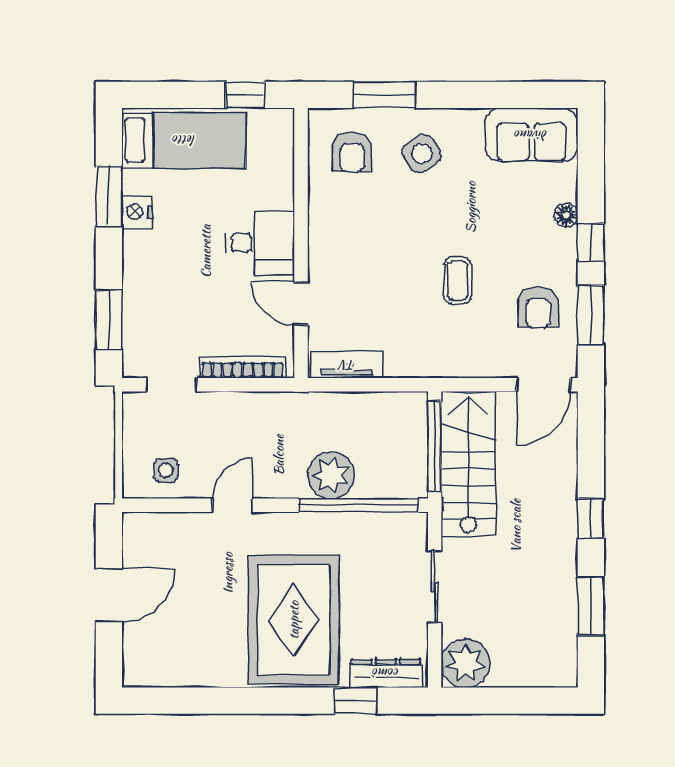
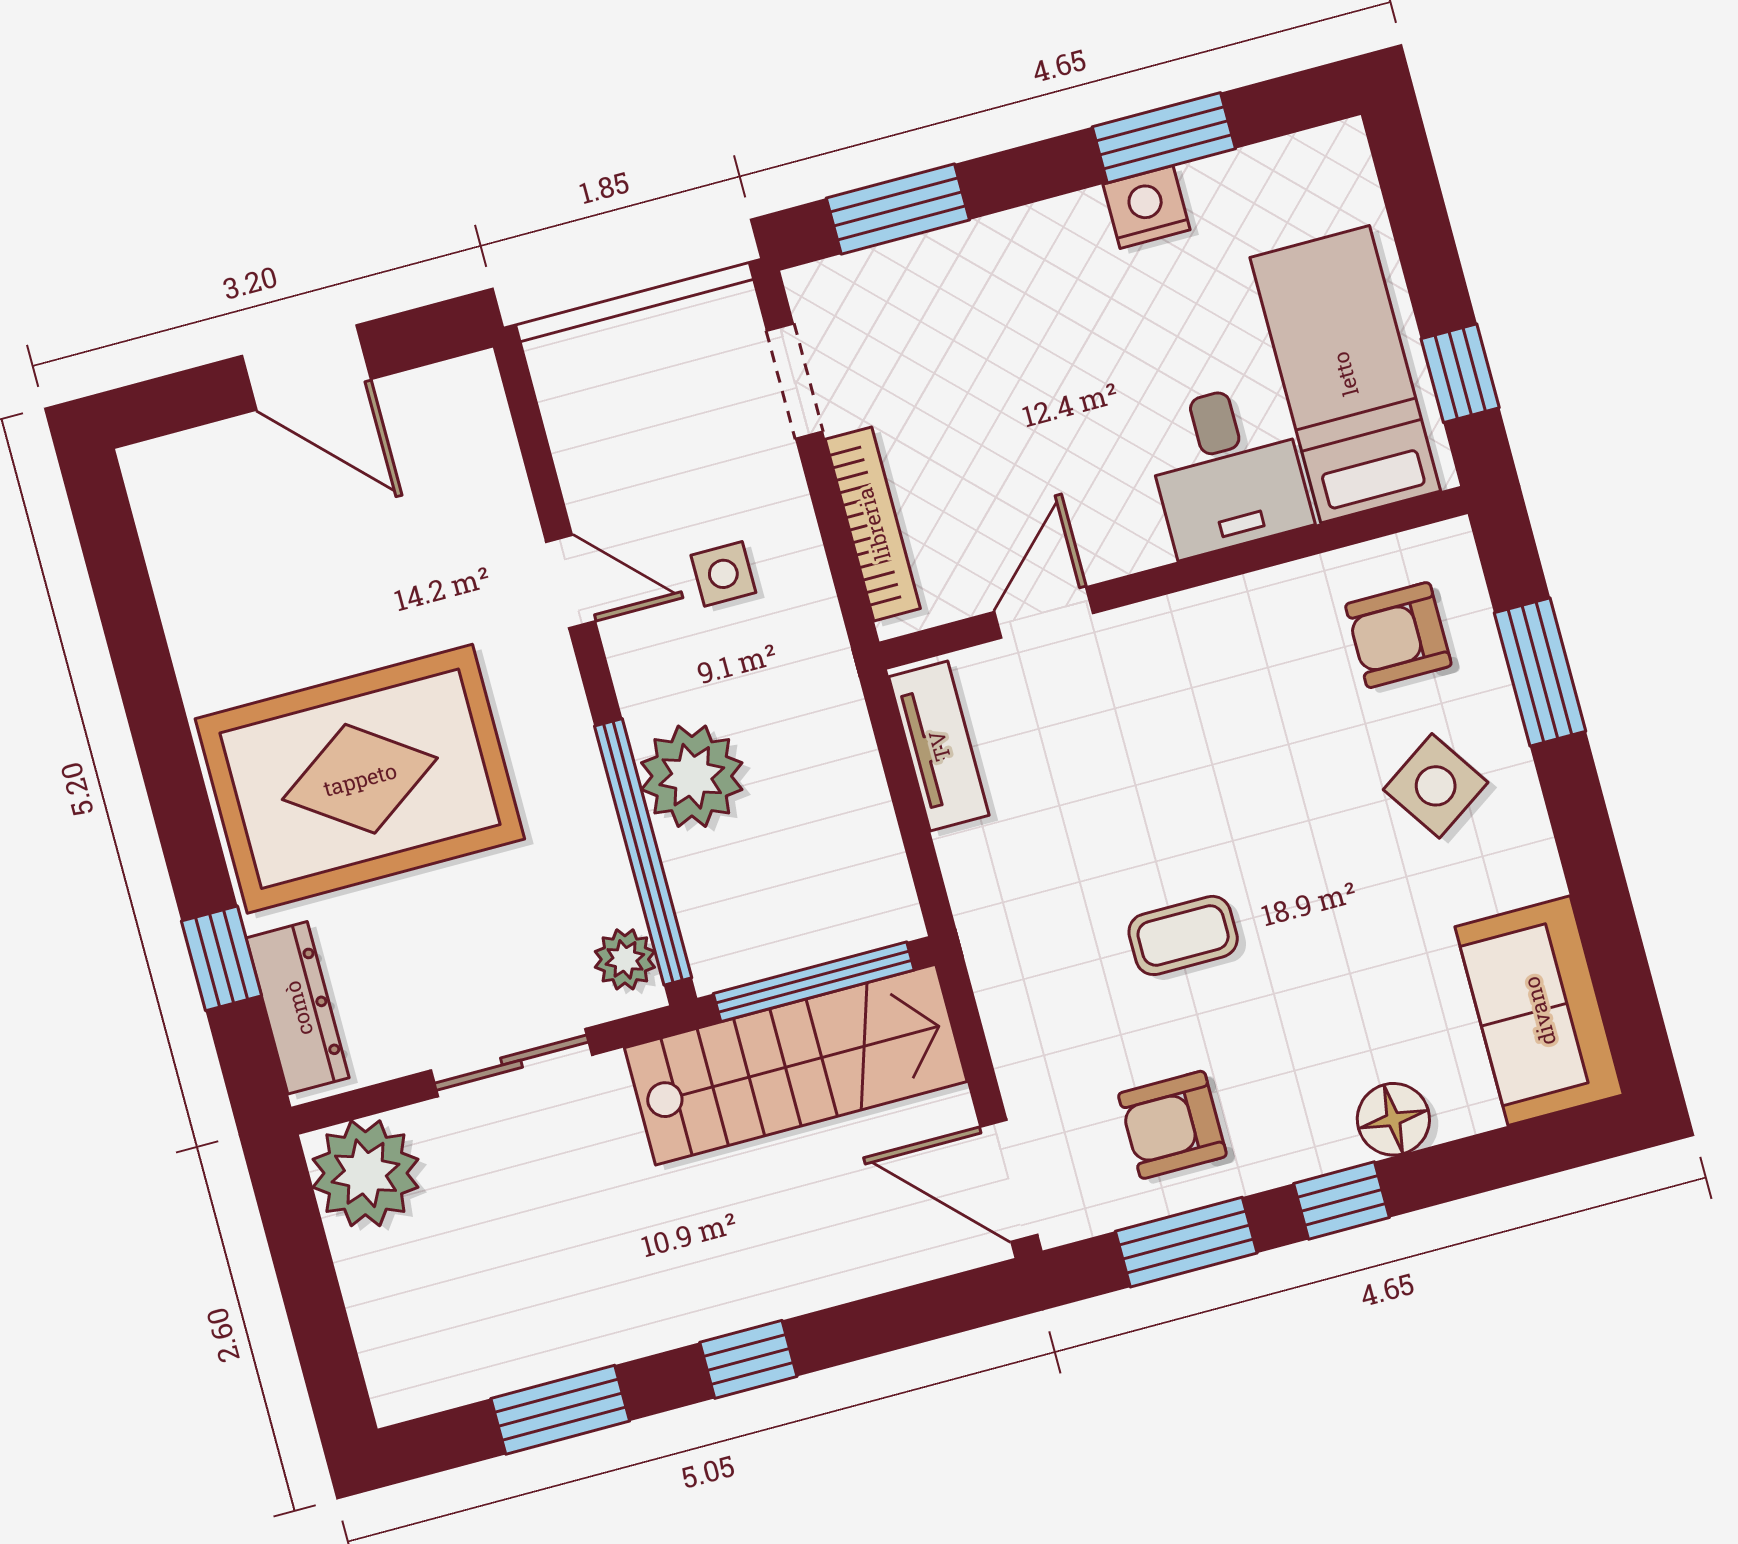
bed: (184, 140) -> (1345, 374), moved, turned 180
floor lamp: (566, 215) -> (1393, 1119), width x1.37, depth x1.37
desk: (260, 243) -> (1227, 469), moved
side table: (166, 470) -> (723, 574), moved
plant: (403, 526) -> (625, 959), added

